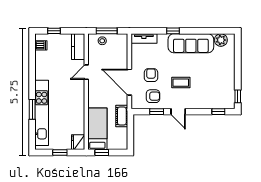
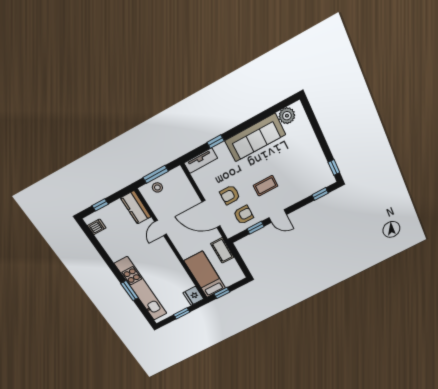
window: (173, 31) -> (216, 142), moved
armchair: (151, 75) -> (230, 195), turned -90

